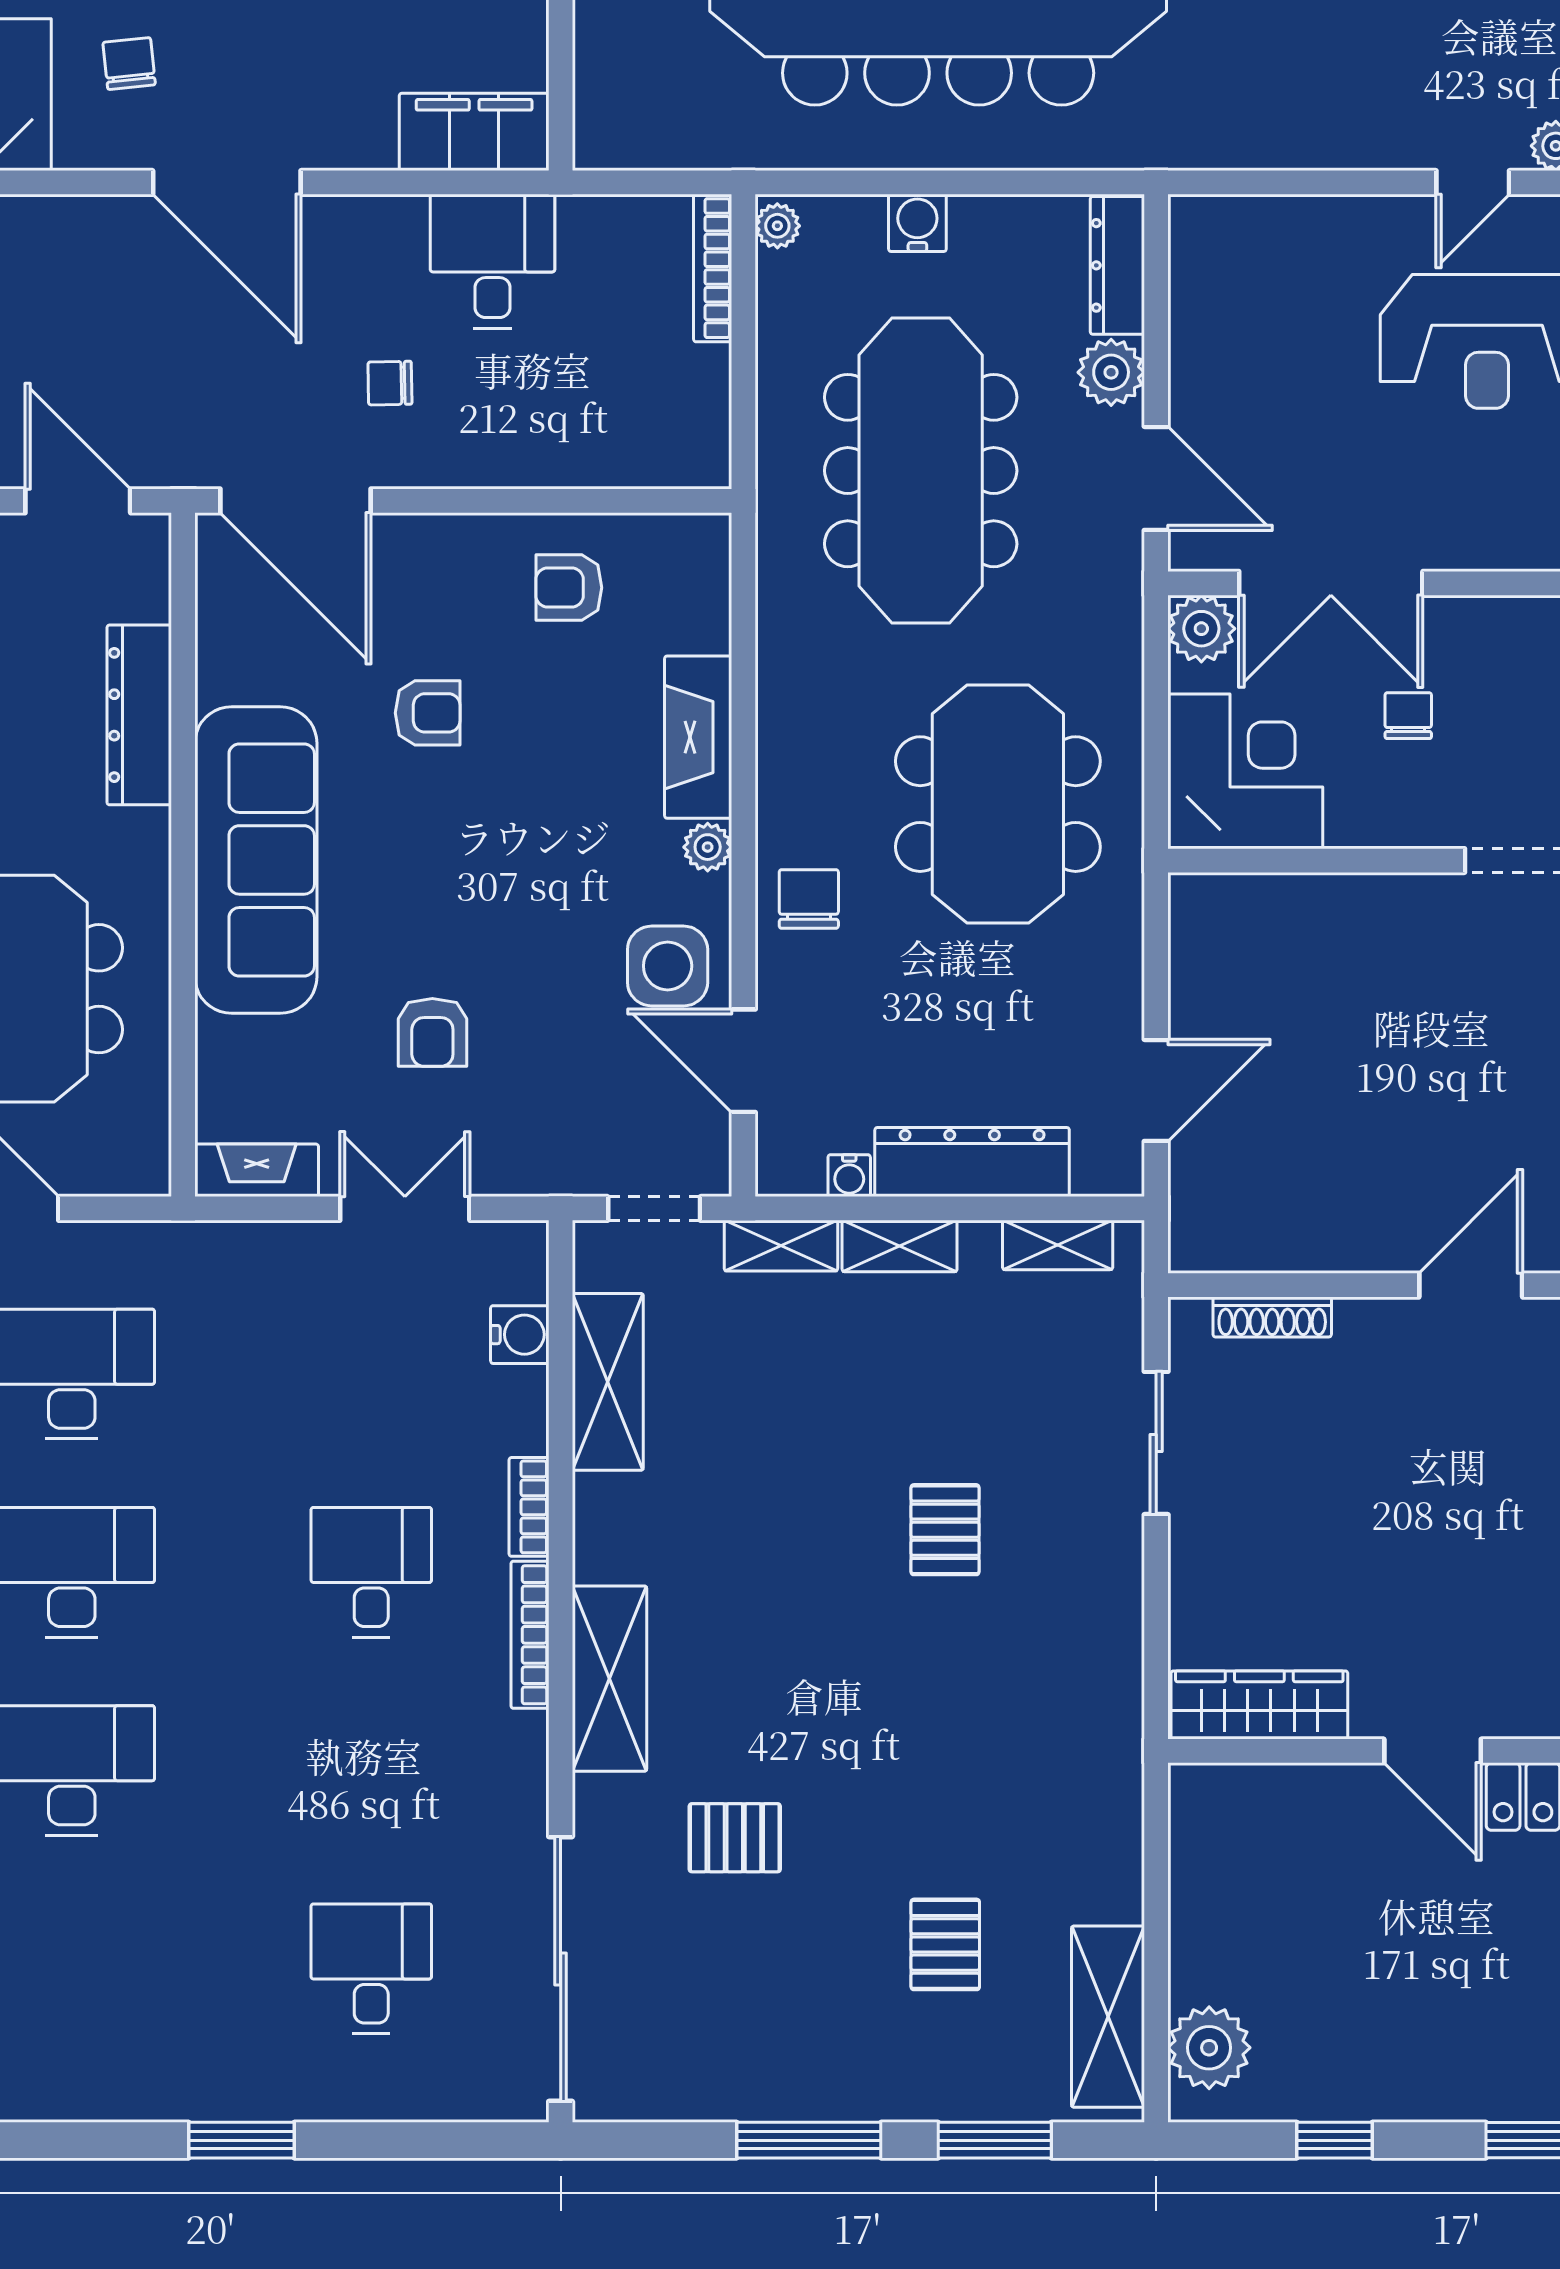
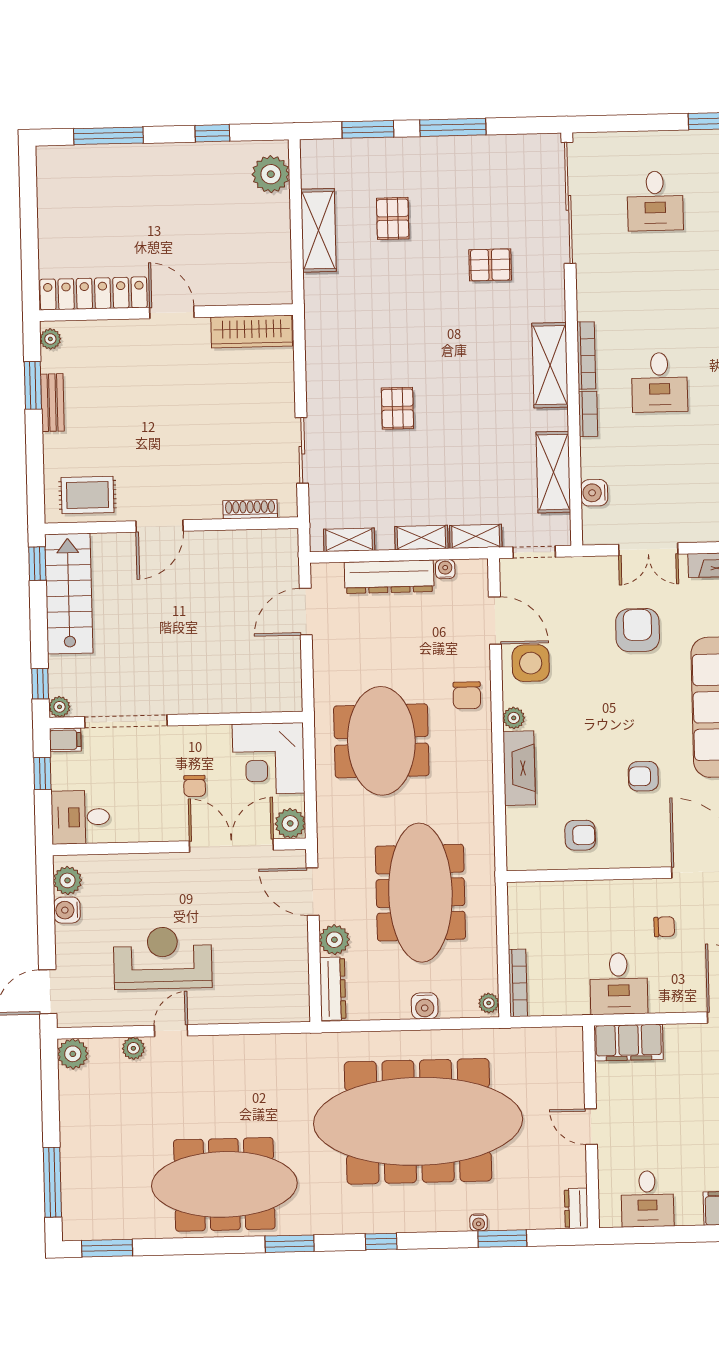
armchair: (432, 1032) -> (638, 630), width x1.38, depth x1.38
shelving: (609, 1679) -> (550, 365), moved
shelving: (1108, 2017) -> (318, 230), moved

